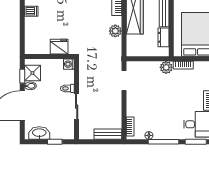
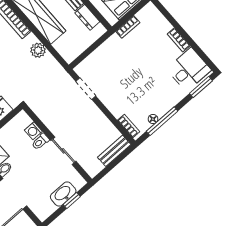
washing machine: (69, 64) -> (33, 131), moved
plant: (166, 67) -> (114, 43), removed
washbasin: (39, 133) -> (63, 194), moved
window: (164, 142) -> (162, 121), moved

